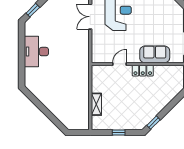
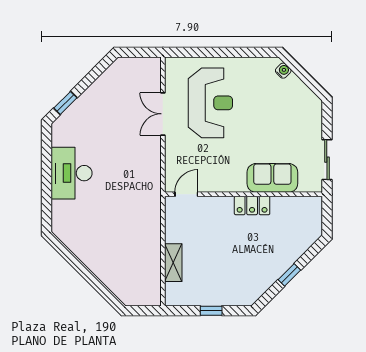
door: (119, 64) -> (186, 194), moved
window: (154, 123) -> (289, 275), moved

